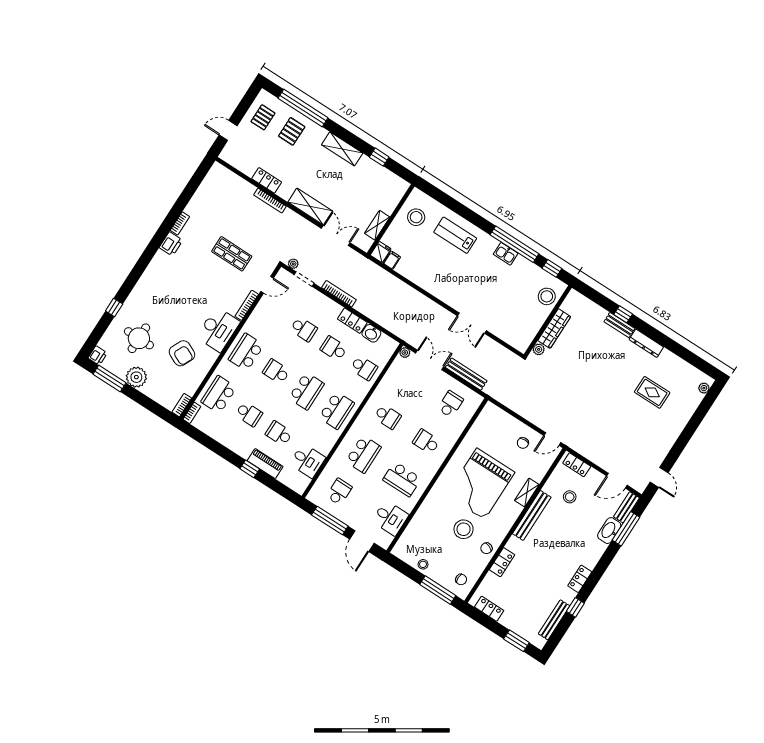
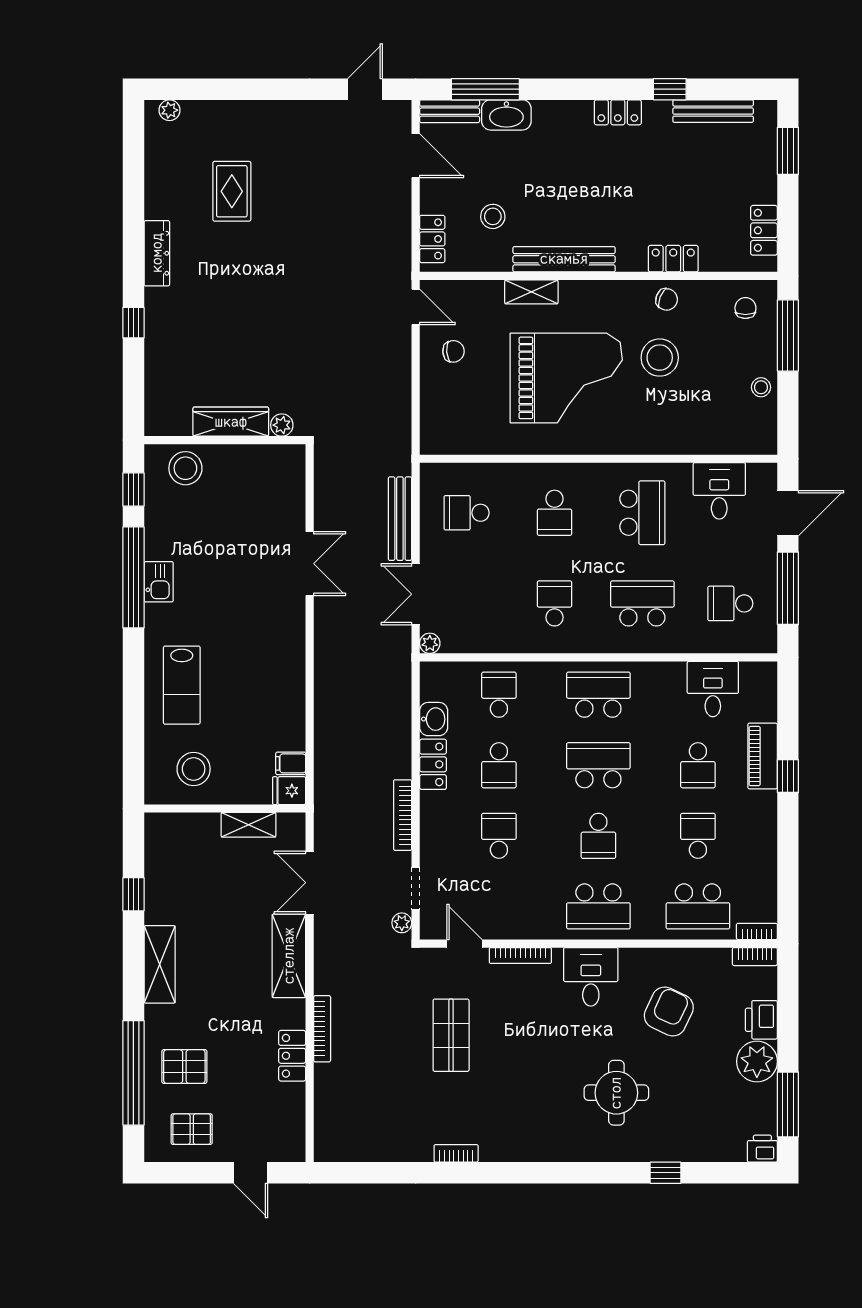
printer: (171, 244) -> (761, 1020), moved, turned -90
bench: (619, 325) -> (155, 317), removed
desk: (218, 330) -> (591, 977), width x0.73
round table: (139, 338) -> (616, 1093), moved

